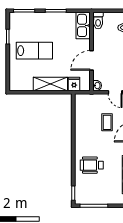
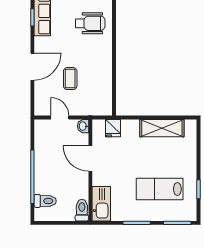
lab bench: (34, 51) -> (160, 189), moved
door: (92, 60) -> (90, 159), swing flipped
shelving: (50, 84) -> (162, 128), moved

